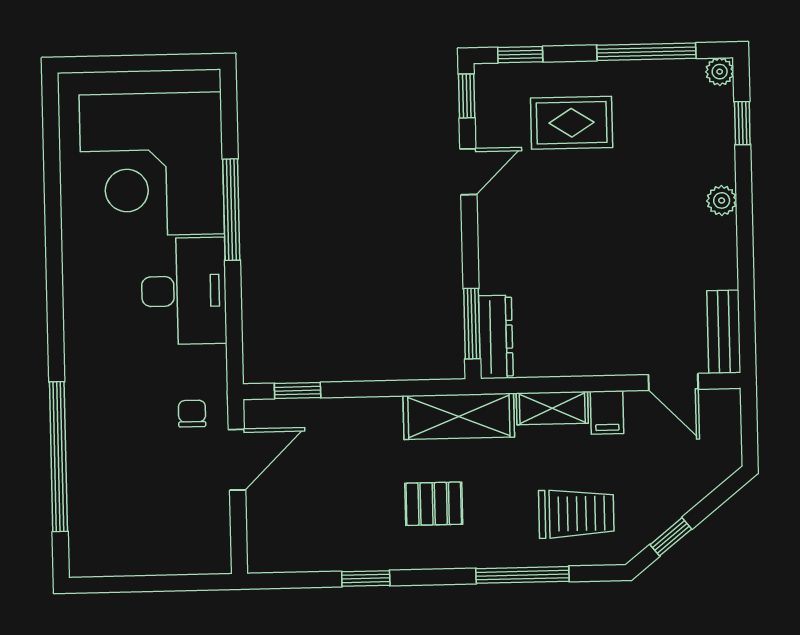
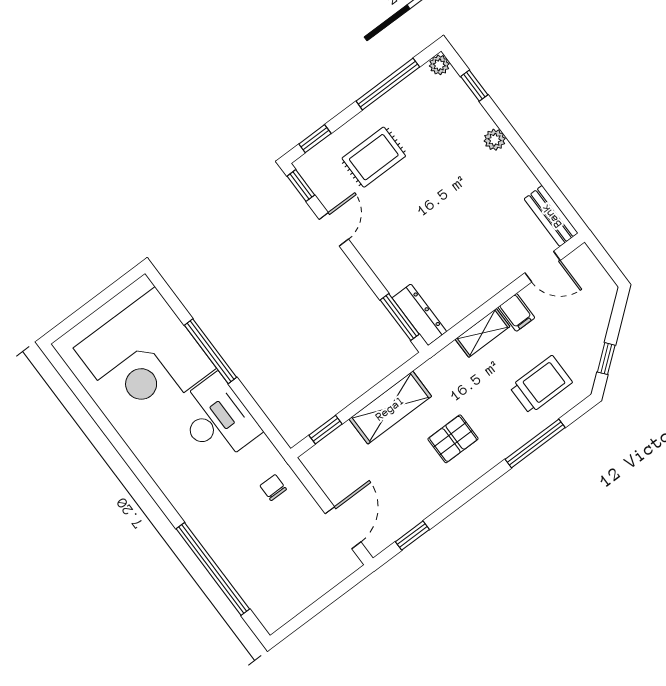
shelving: (459, 416) -> (390, 408), moved
door: (237, 460) -> (343, 528), moved
window: (366, 579) -> (412, 536), moved

